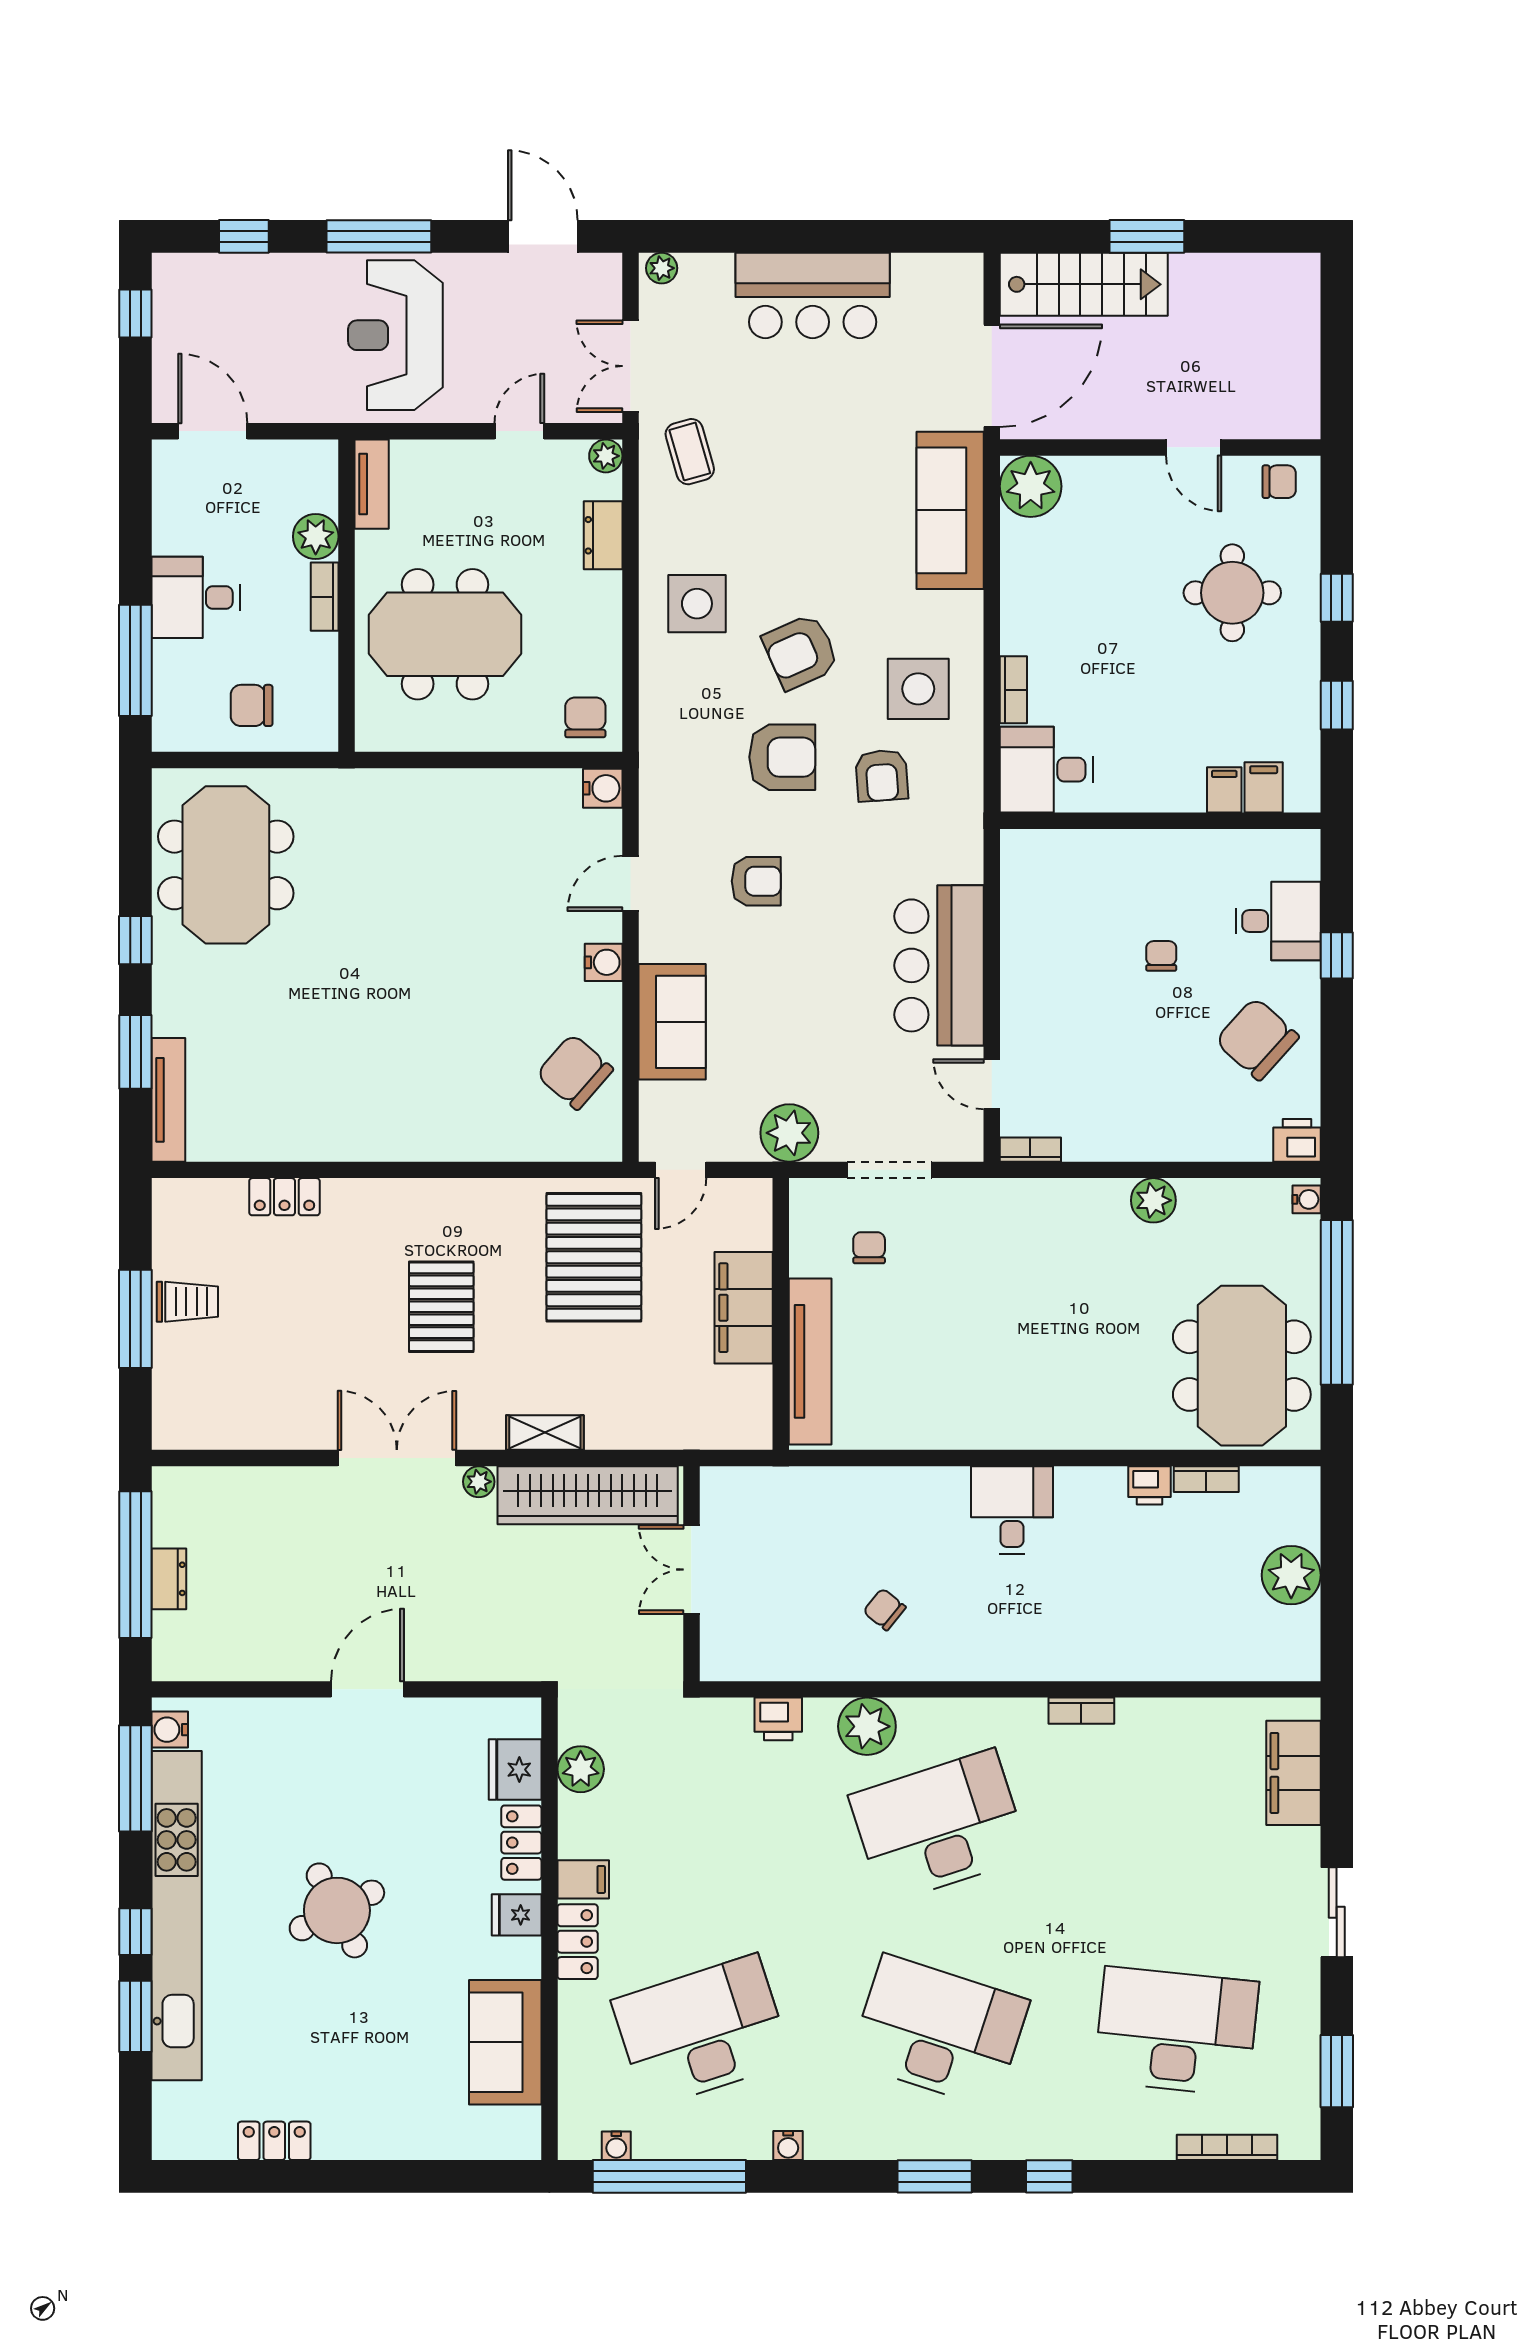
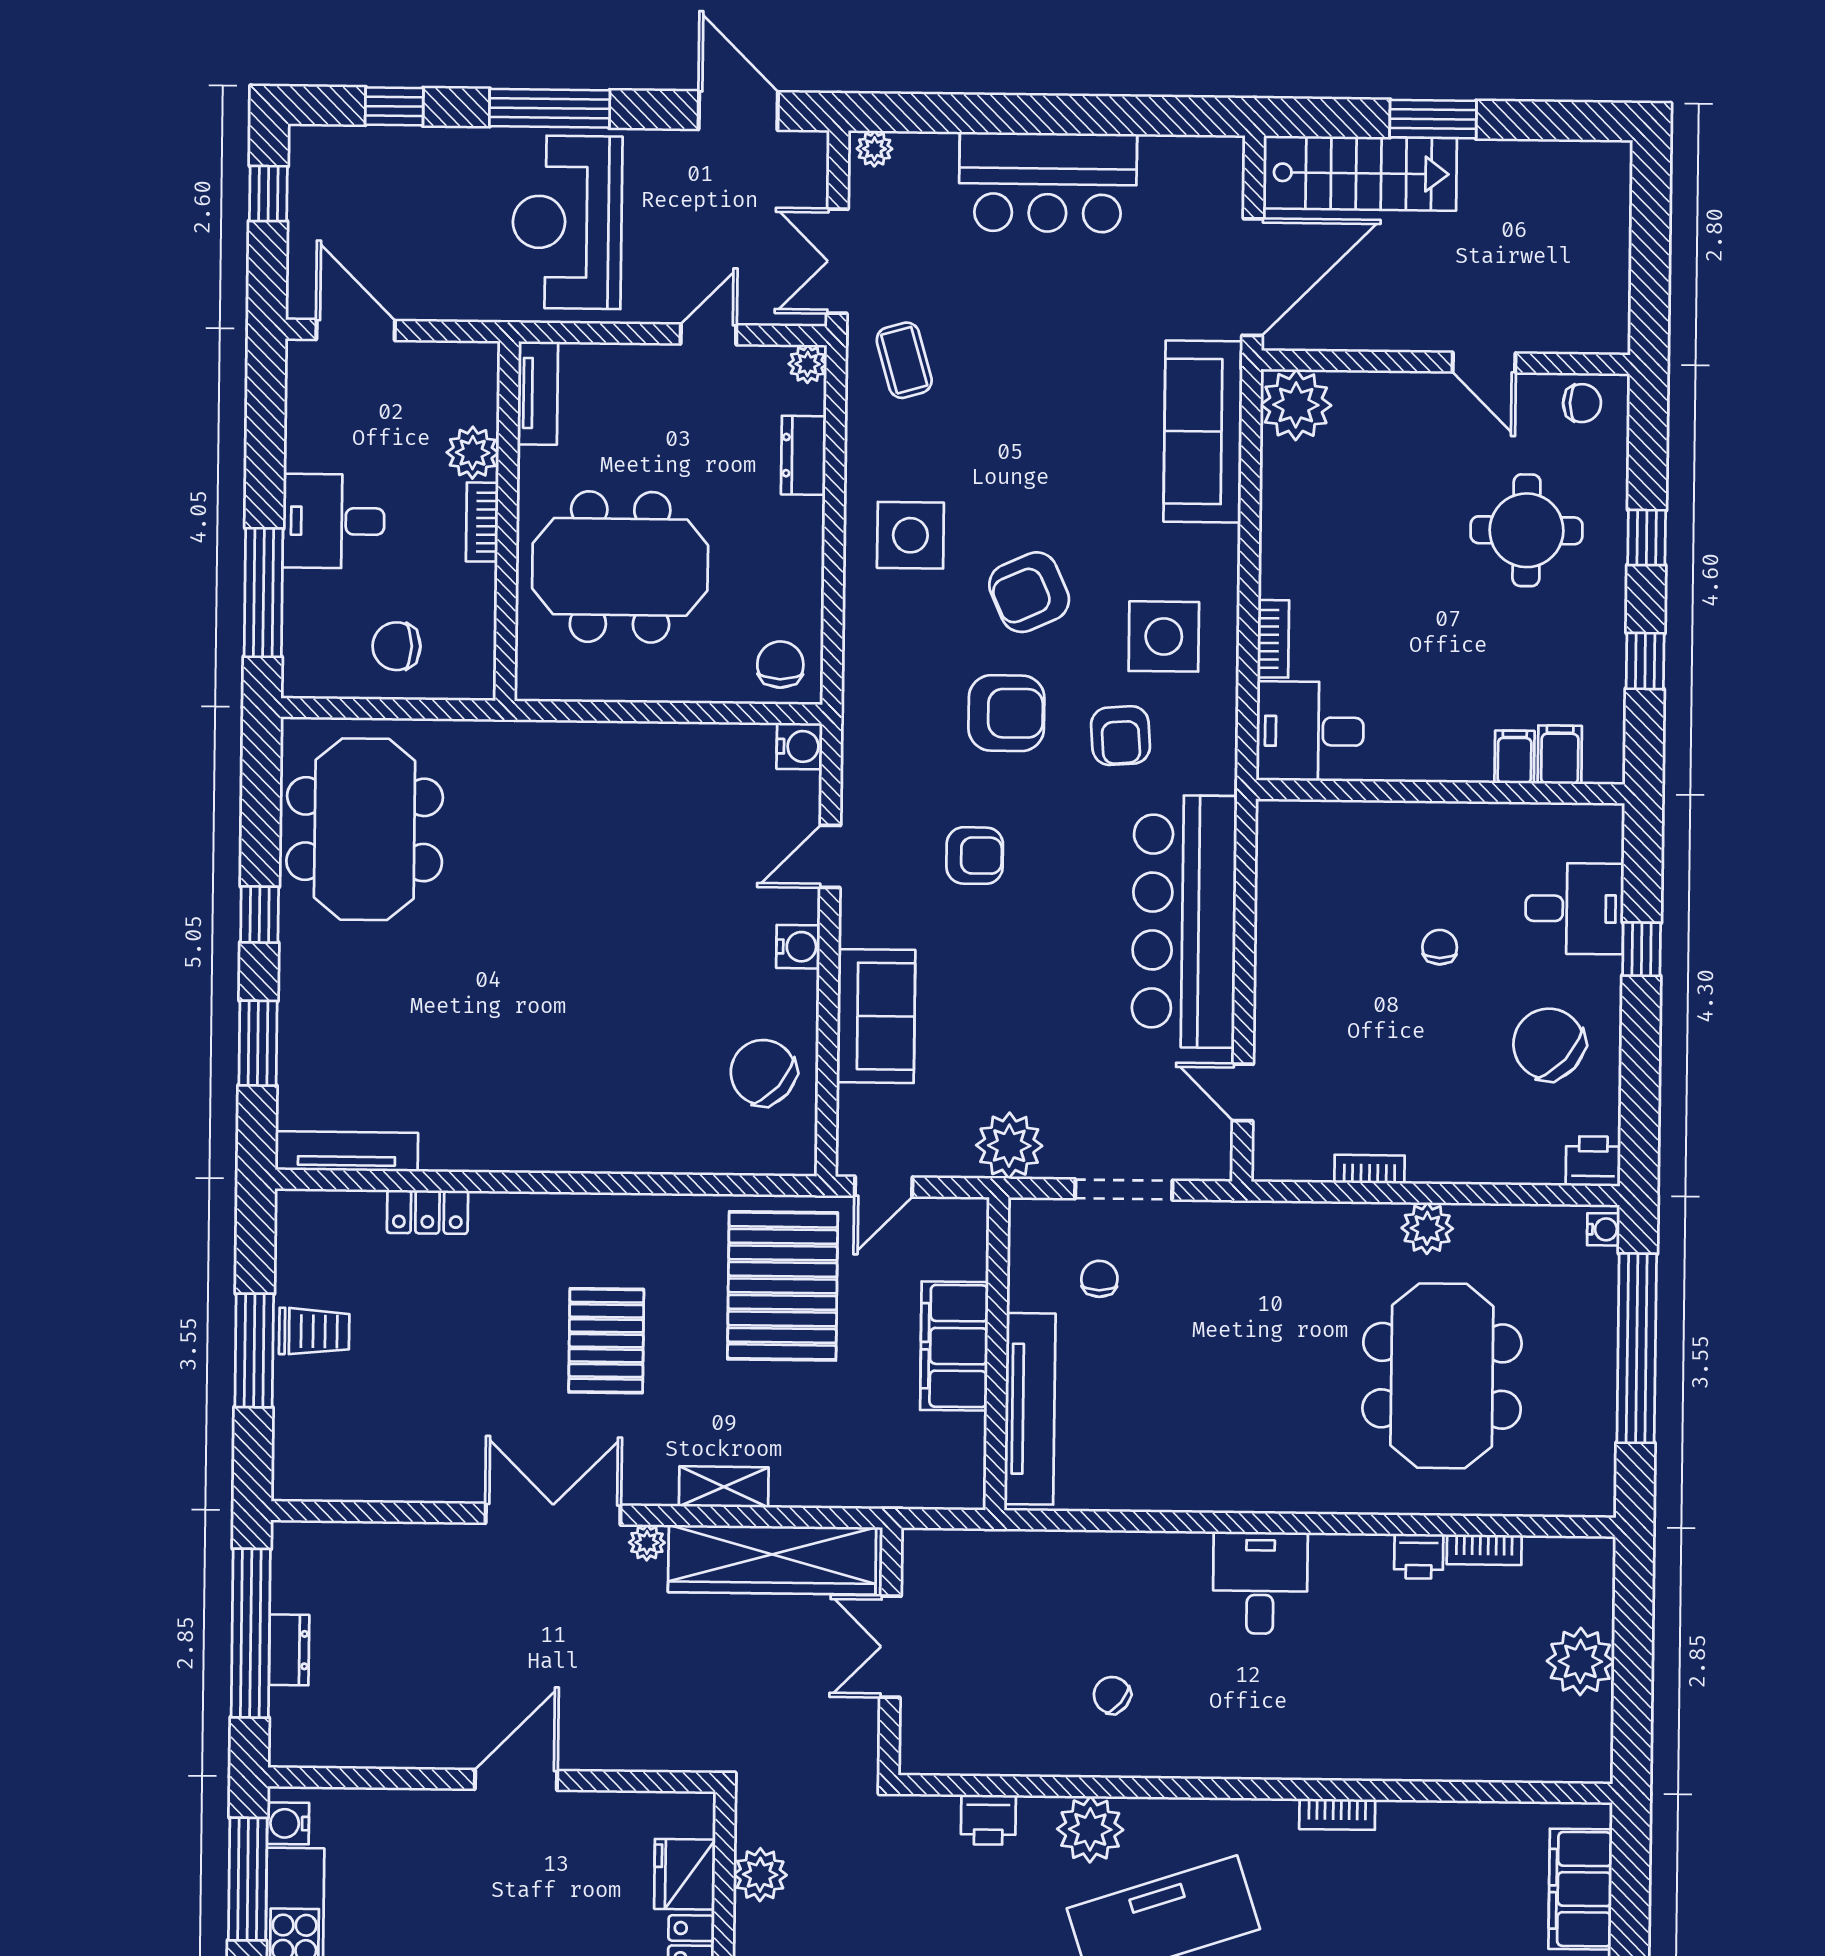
bar counter: (939, 965) -> (1184, 921), width x1.36
tv unit: (168, 1100) -> (347, 1151), moved, turned -90
bookcase: (1030, 1150) -> (1369, 1169), moved
meeting table: (1242, 1366) -> (1442, 1376), moved

